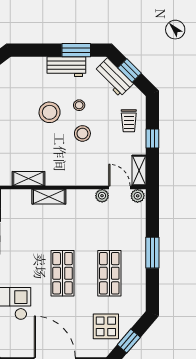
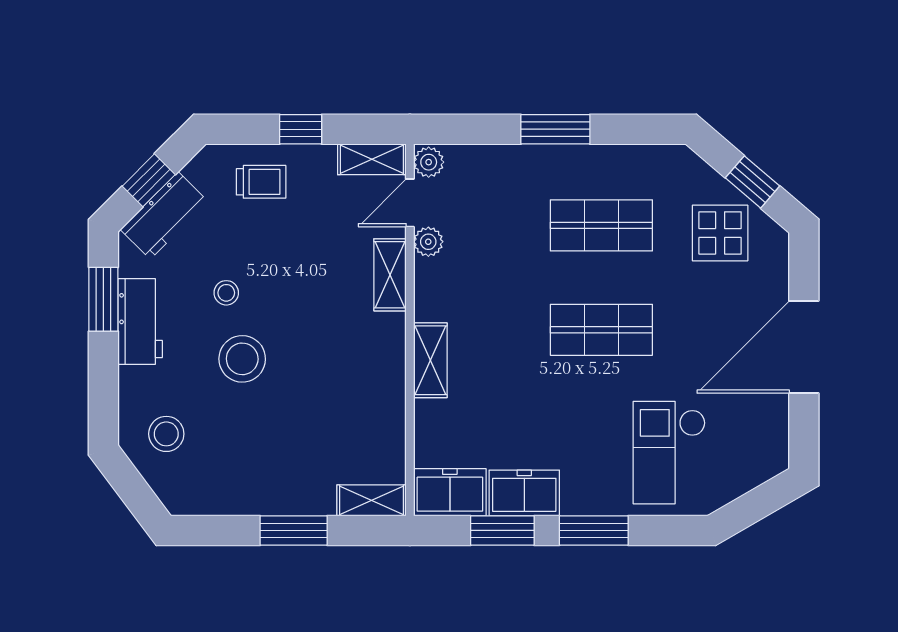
stool: (82, 133) -> (166, 434), moved
shelving: (29, 179) -> (390, 275), moved

